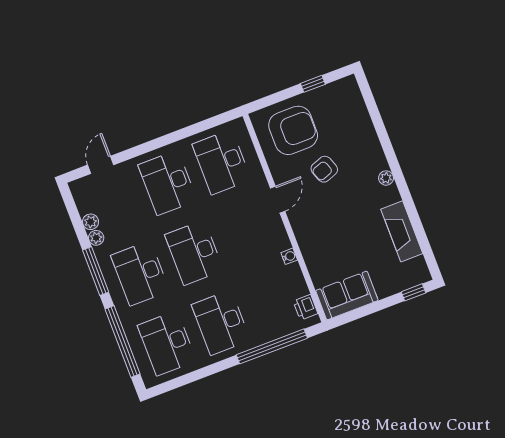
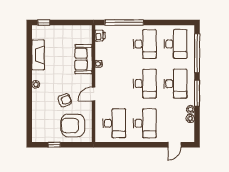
sofa: (347, 295) -> (83, 59), moved, turned 90

